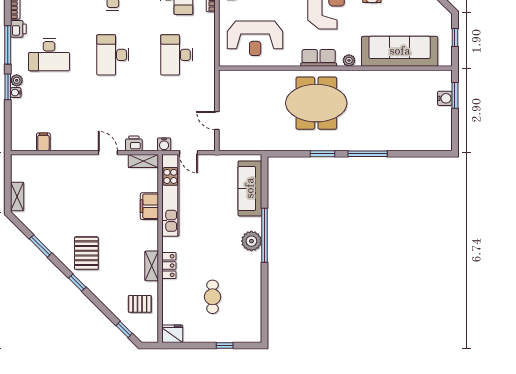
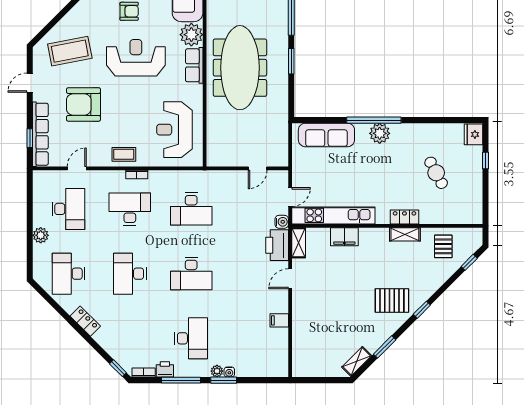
reception desk: (255, 38) -> (174, 130), turned 180
plant: (349, 60) -> (191, 35), width x1.87, depth x1.87
meeting table: (316, 103) -> (240, 68), width x1.36
filing cabinet: (43, 142) -> (279, 320), moved
printer: (134, 143) -> (277, 245), width x1.87, depth x1.48
shelving: (17, 196) -> (357, 361), moved, turned -45
cafe table: (213, 297) -> (436, 173), turned 62
fridge: (172, 334) -> (474, 134), moved

